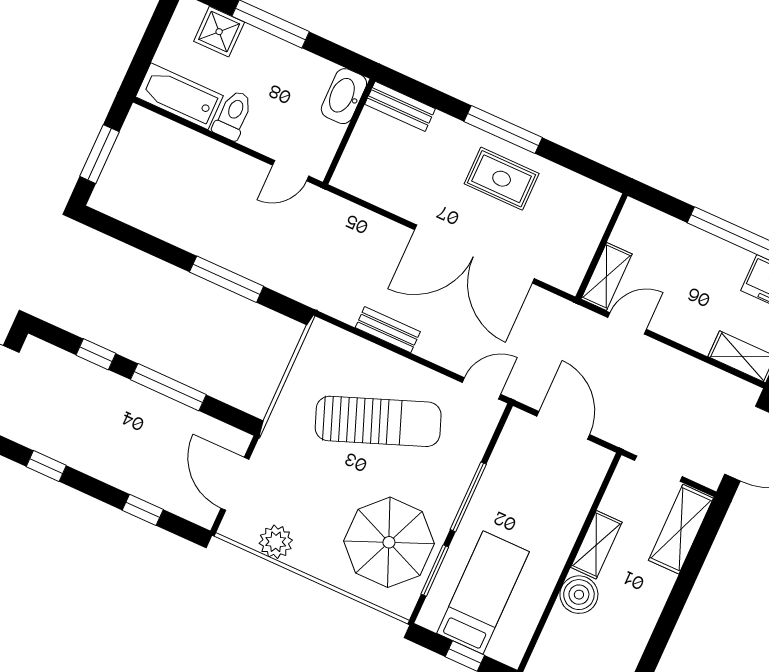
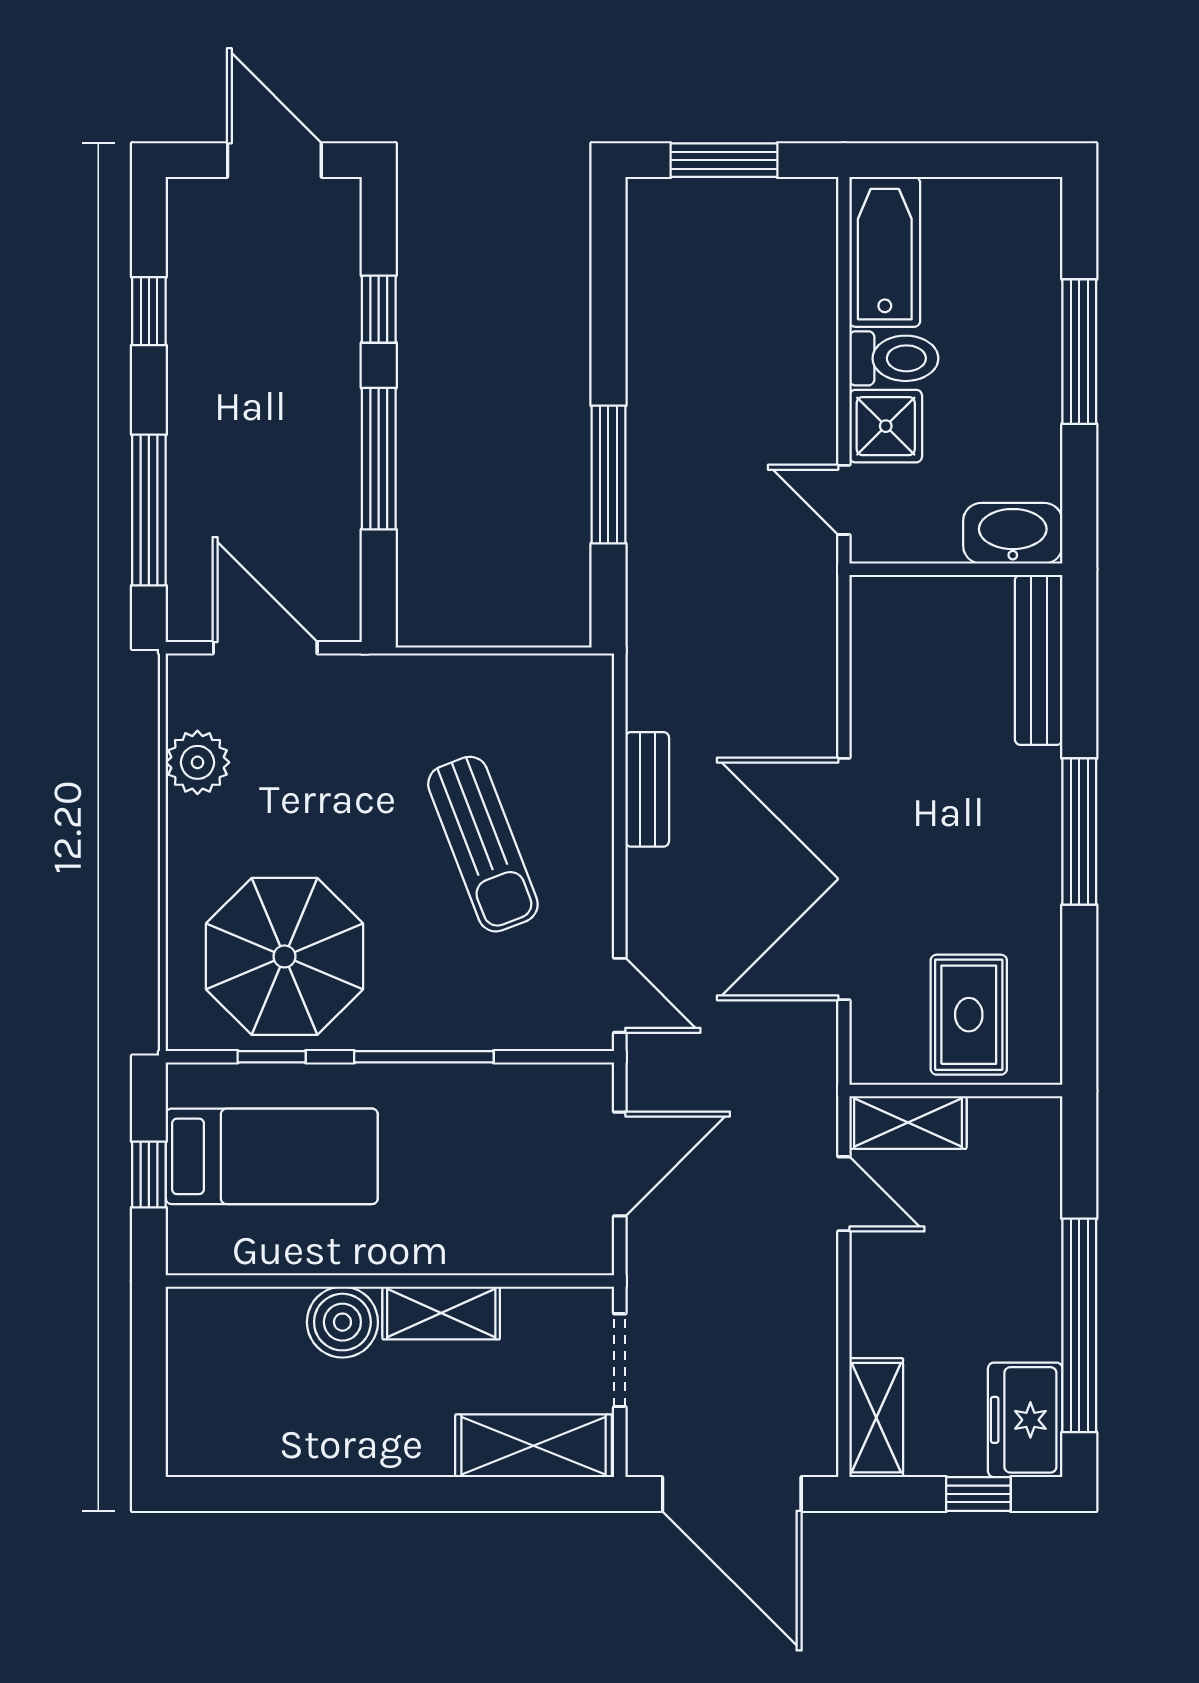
shower: (219, 32) -> (886, 426), moved
bench: (400, 106) -> (1039, 660), width x1.36
rug: (502, 179) -> (969, 1015), moved
sun lounger: (378, 421) -> (483, 844), width x0.73, depth x0.75
door: (235, 484) -> (265, 648), hinge flipped
window: (143, 510) -> (149, 510), width x2.17
window: (435, 571) -> (272, 1057), width x0.67

